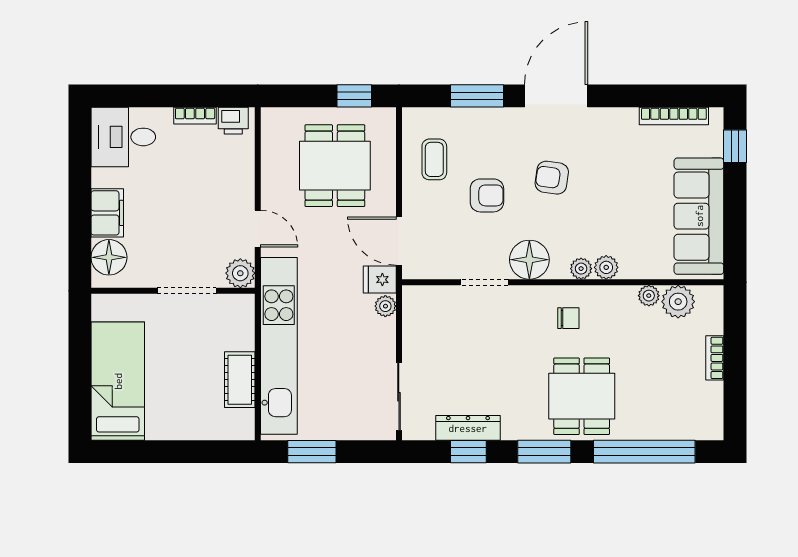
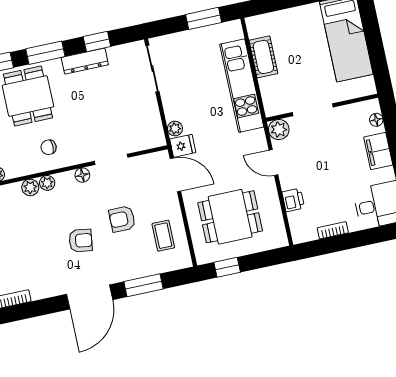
printer: (233, 121) -> (293, 200), moved, turned 90
dining table: (335, 166) -> (230, 217), turned 90
floor lamp: (109, 257) -> (376, 120), width x0.53, depth x0.53
floor lamp: (529, 260) -> (82, 175), width x0.53, depth x0.53
kitchen unit: (279, 346) -> (242, 86), width x0.73
dresser: (468, 428) -> (85, 61), moved

